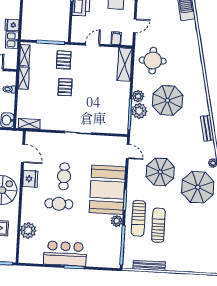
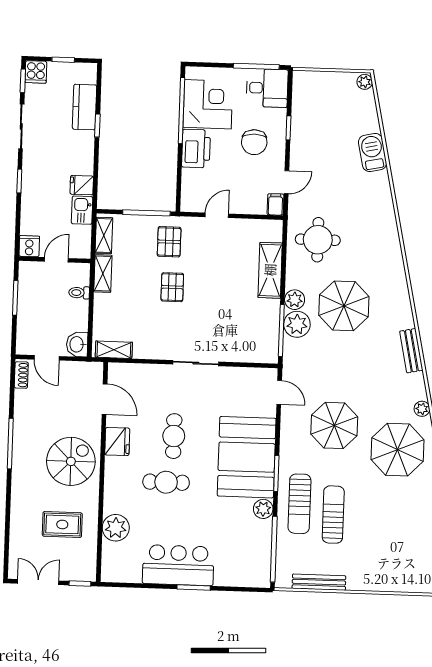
filing cabinet: (116, 38) -> (275, 204), moved
shelving: (125, 64) -> (270, 270), moved

